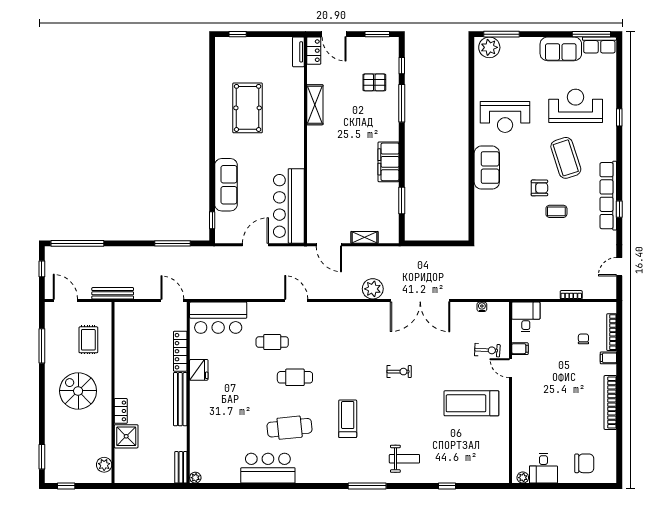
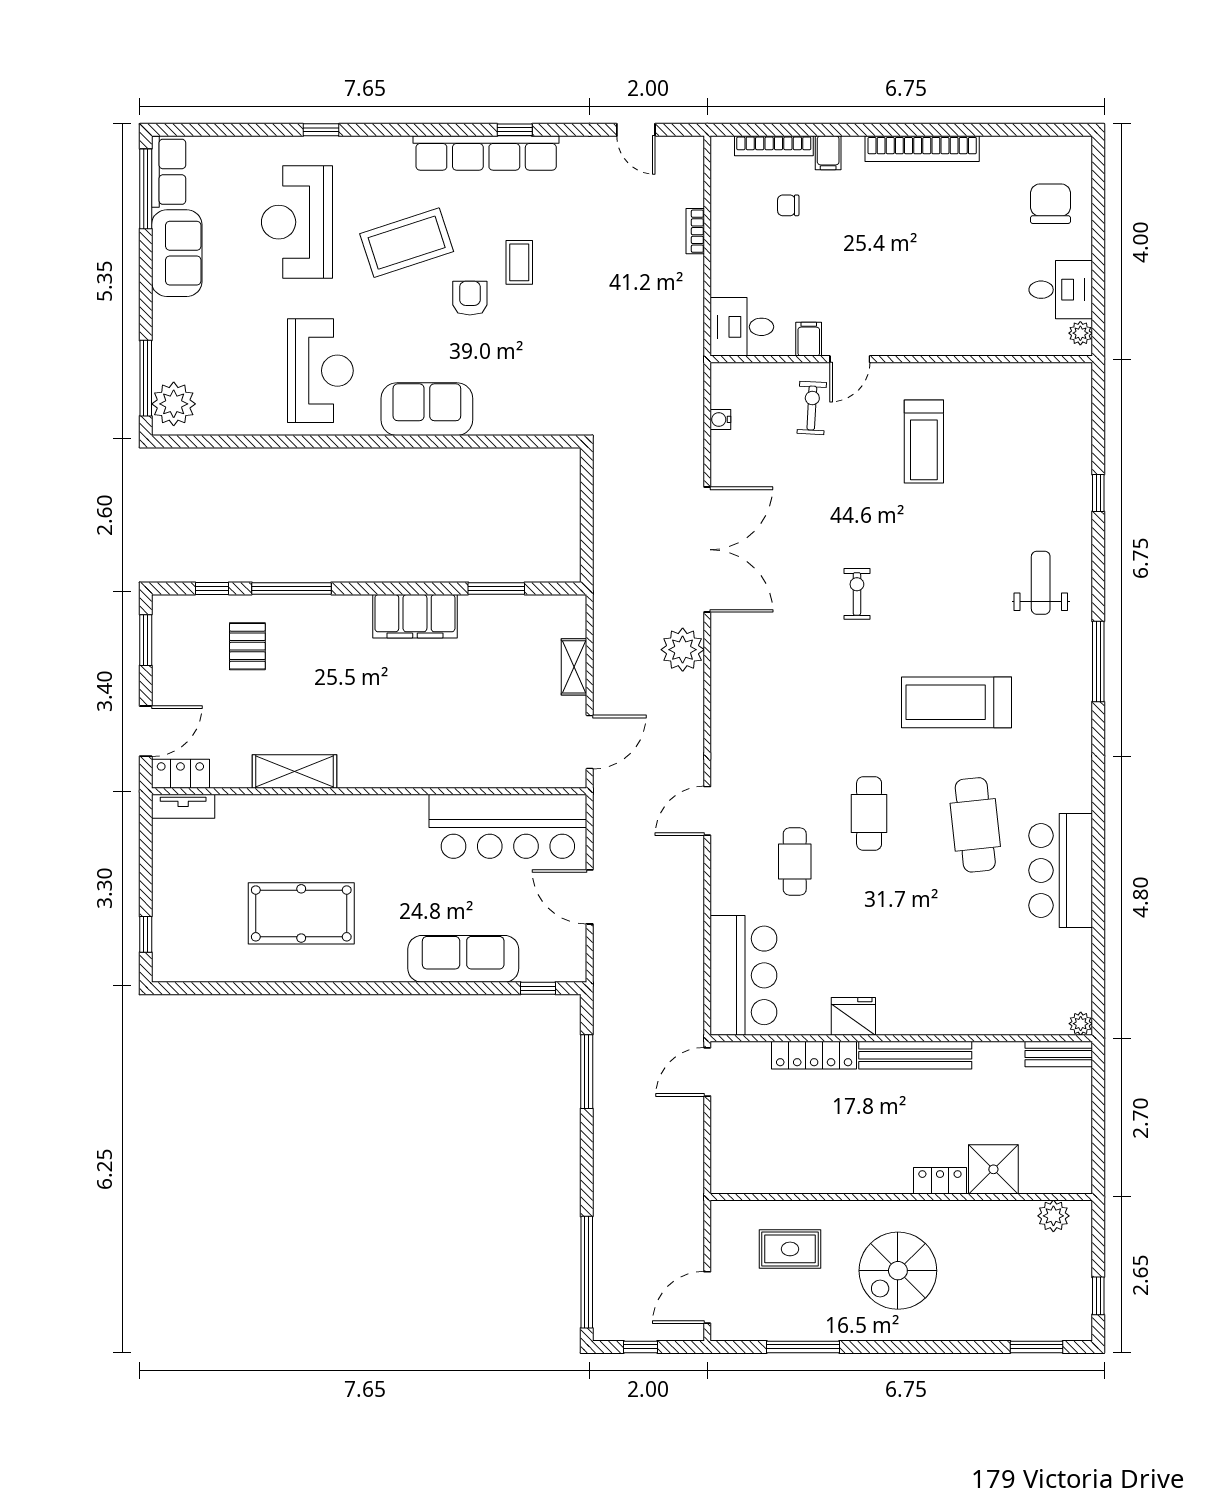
bench: (113, 293) -> (692, 1198), removed
treadmill: (471, 403) -> (924, 442), width x0.73, depth x0.73
treadmill: (348, 419) -> (957, 702), width x1.37, depth x1.38

